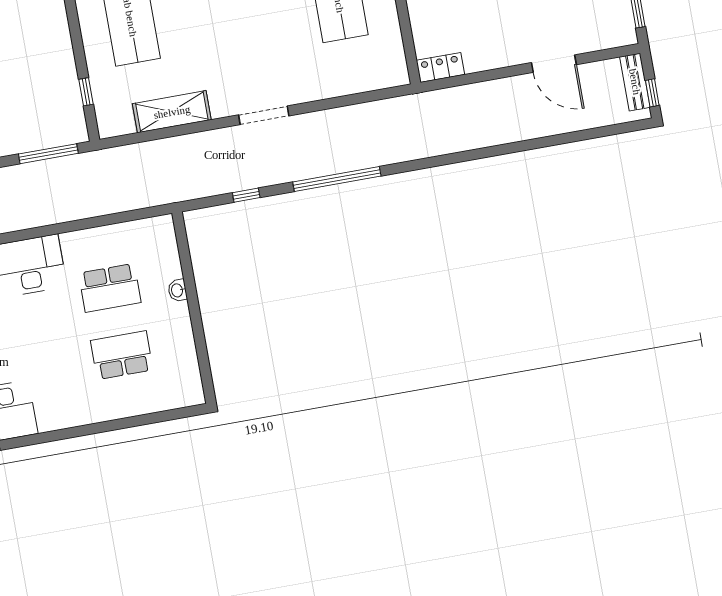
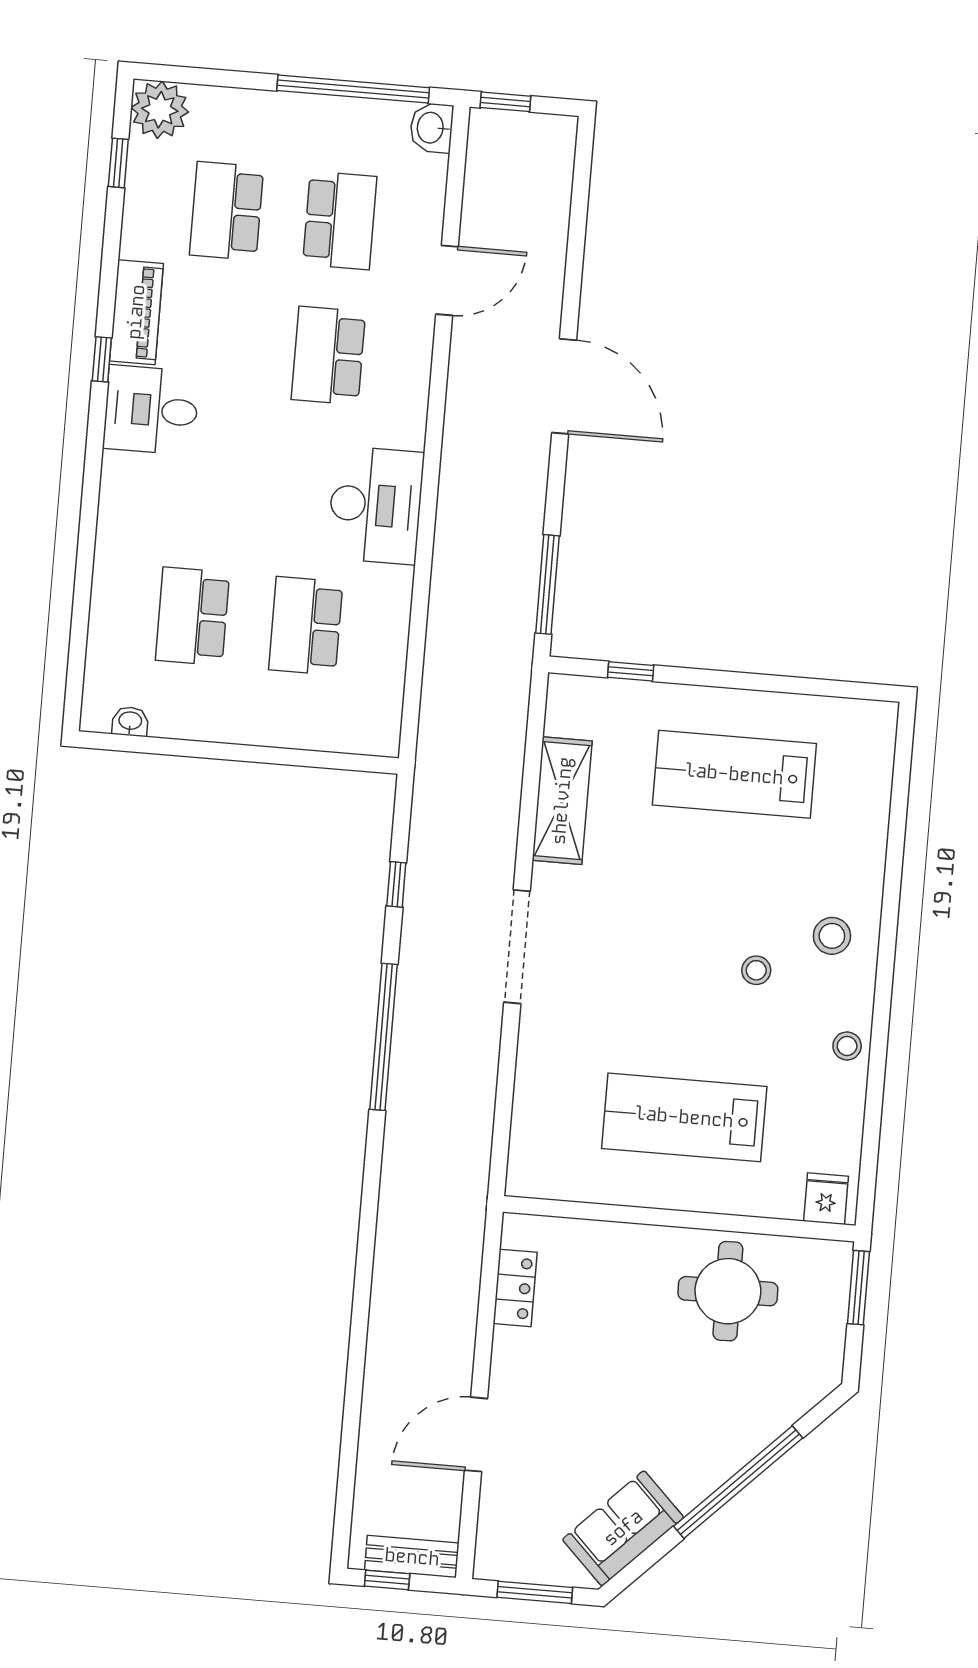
locker: (440, 67) -> (515, 1288), moved
doorway: (264, 115) -> (517, 947), width x1.36
washbasin: (177, 290) -> (130, 721), moved
school desk: (122, 355) -> (193, 616), turned 180

